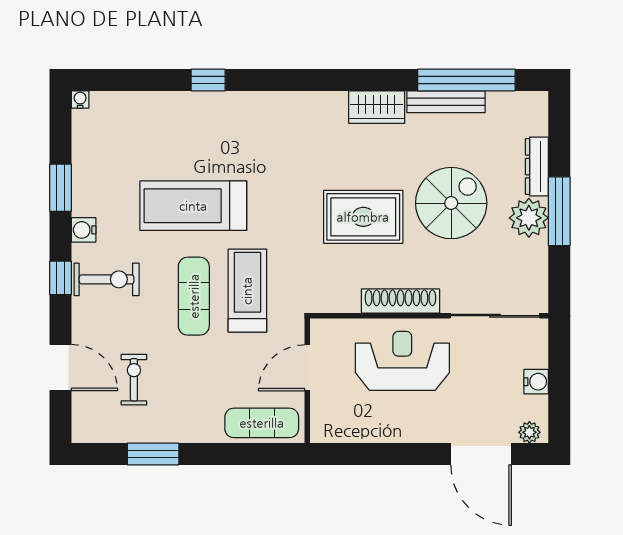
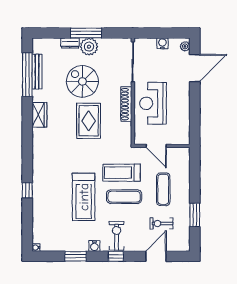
bench: (446, 102) -> (37, 72), moved
dresser: (537, 167) -> (70, 43), width x0.70
exercise mat: (262, 423) -> (163, 189), moved

